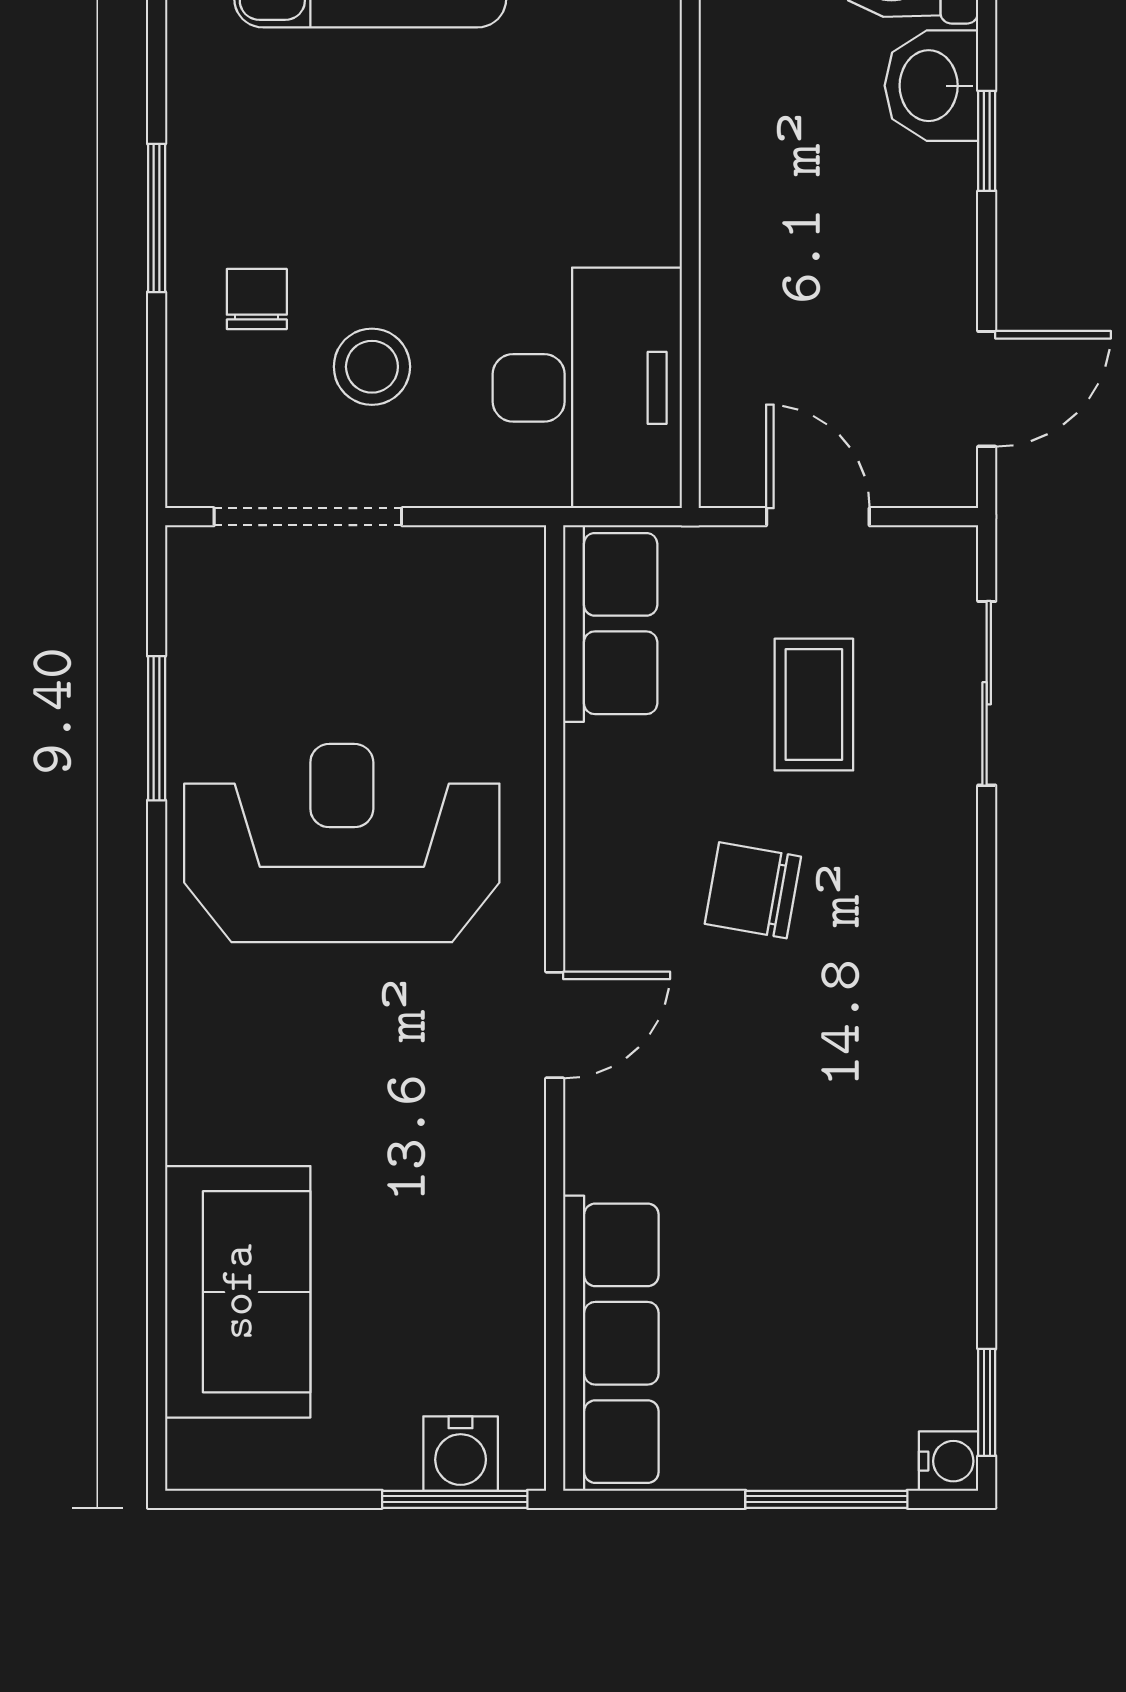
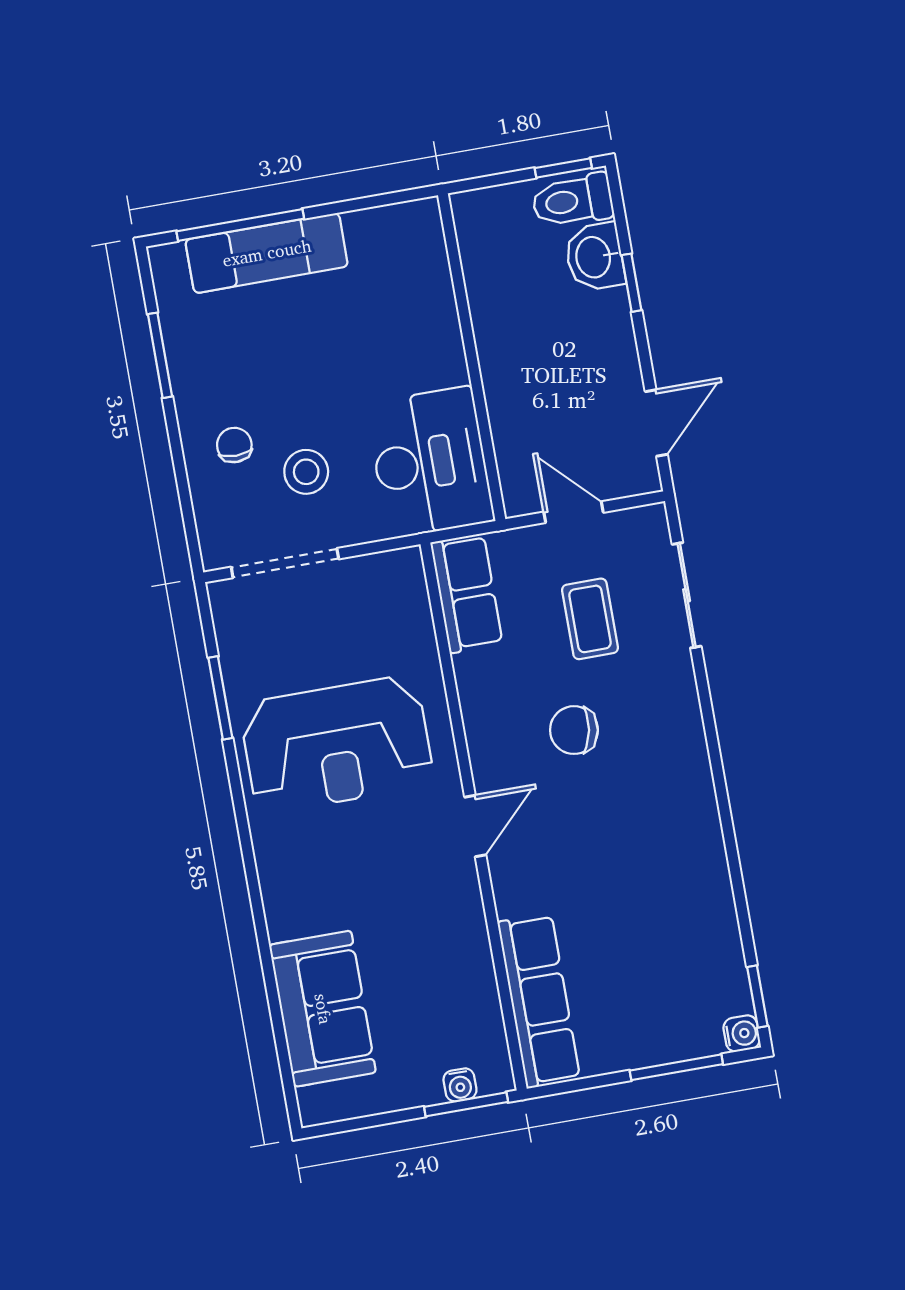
window: (157, 218) -> (160, 355), moved
reception desk: (342, 843) -> (337, 744), turned 180
water cooler: (461, 1454) -> (460, 1085), width x0.72, depth x0.72

